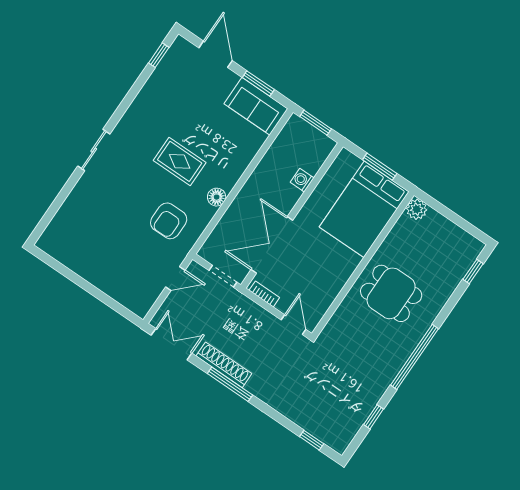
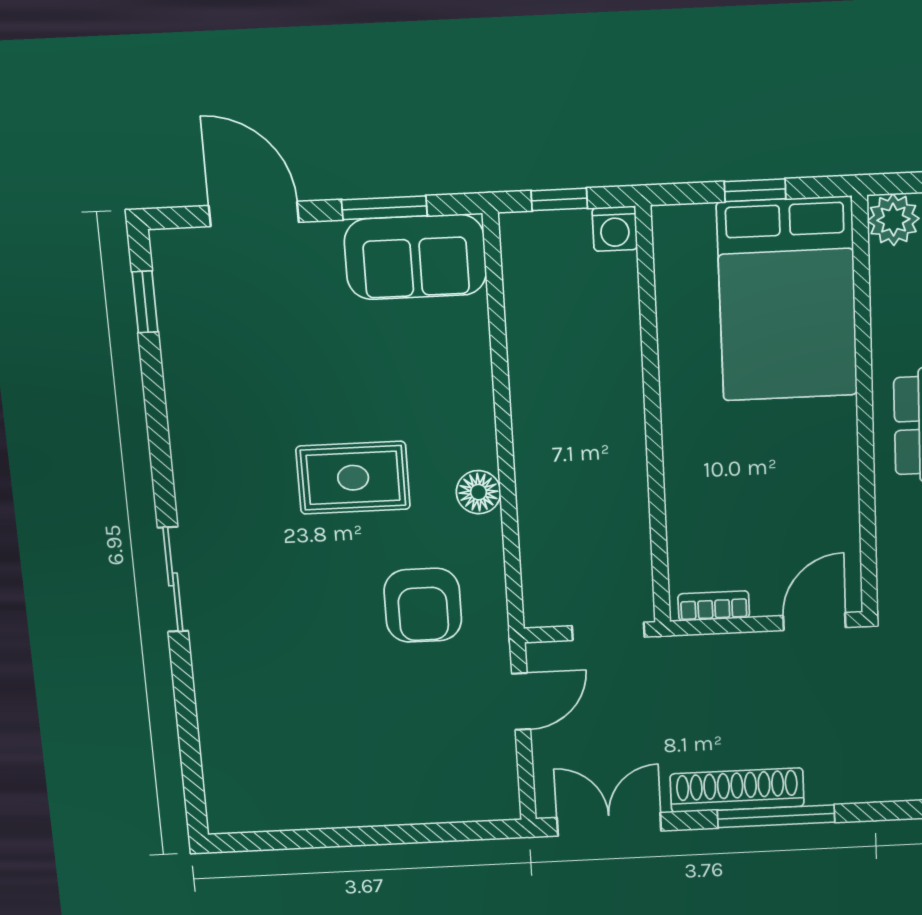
window: (316, 123) -> (559, 199), width x0.67
window: (380, 167) -> (755, 190), width x0.67
washing machine: (302, 180) -> (615, 229), moved, turned -90
double door: (272, 245) -> (657, 503), removed
door: (294, 325) -> (814, 621), hinge flipped

